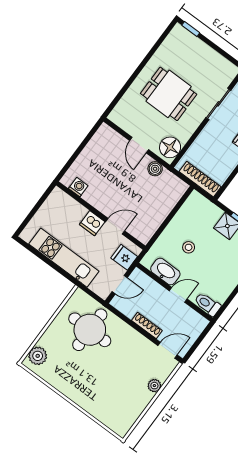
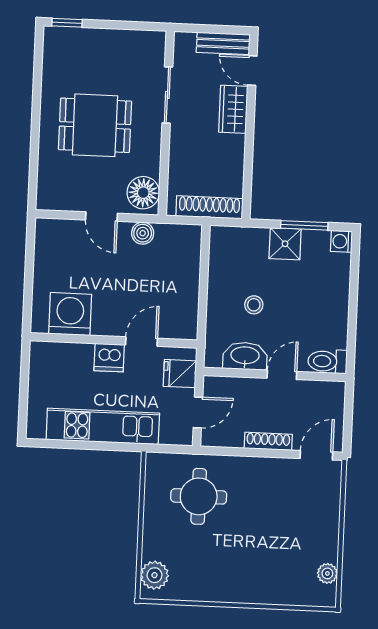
washing machine: (78, 187) -> (70, 314), width x1.89, depth x1.89
round table: (90, 330) -> (199, 496), width x0.73, depth x0.73
plant: (154, 386) -> (327, 573), moved

